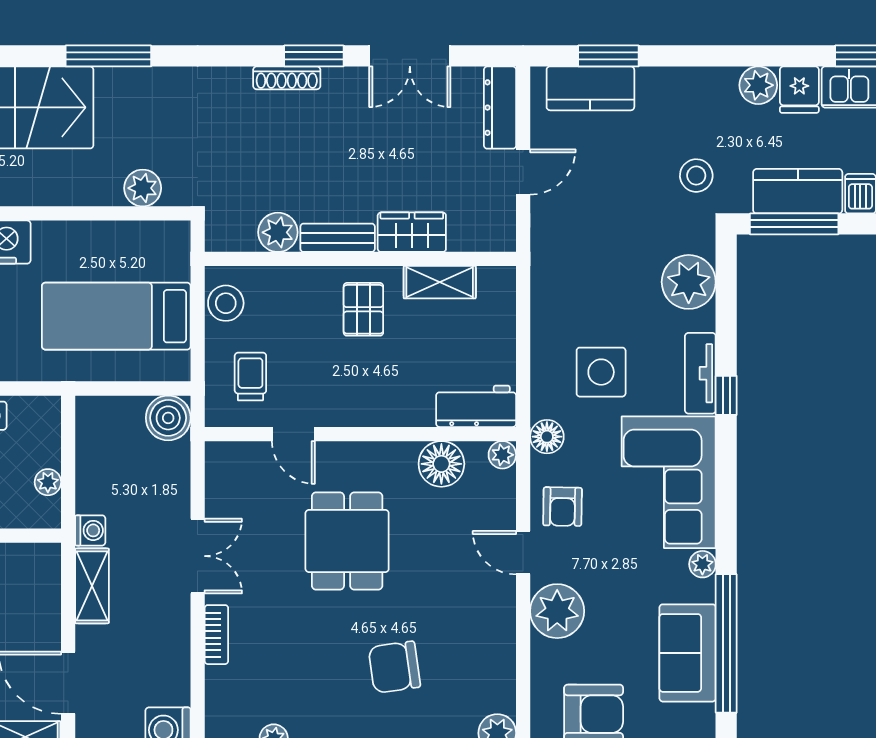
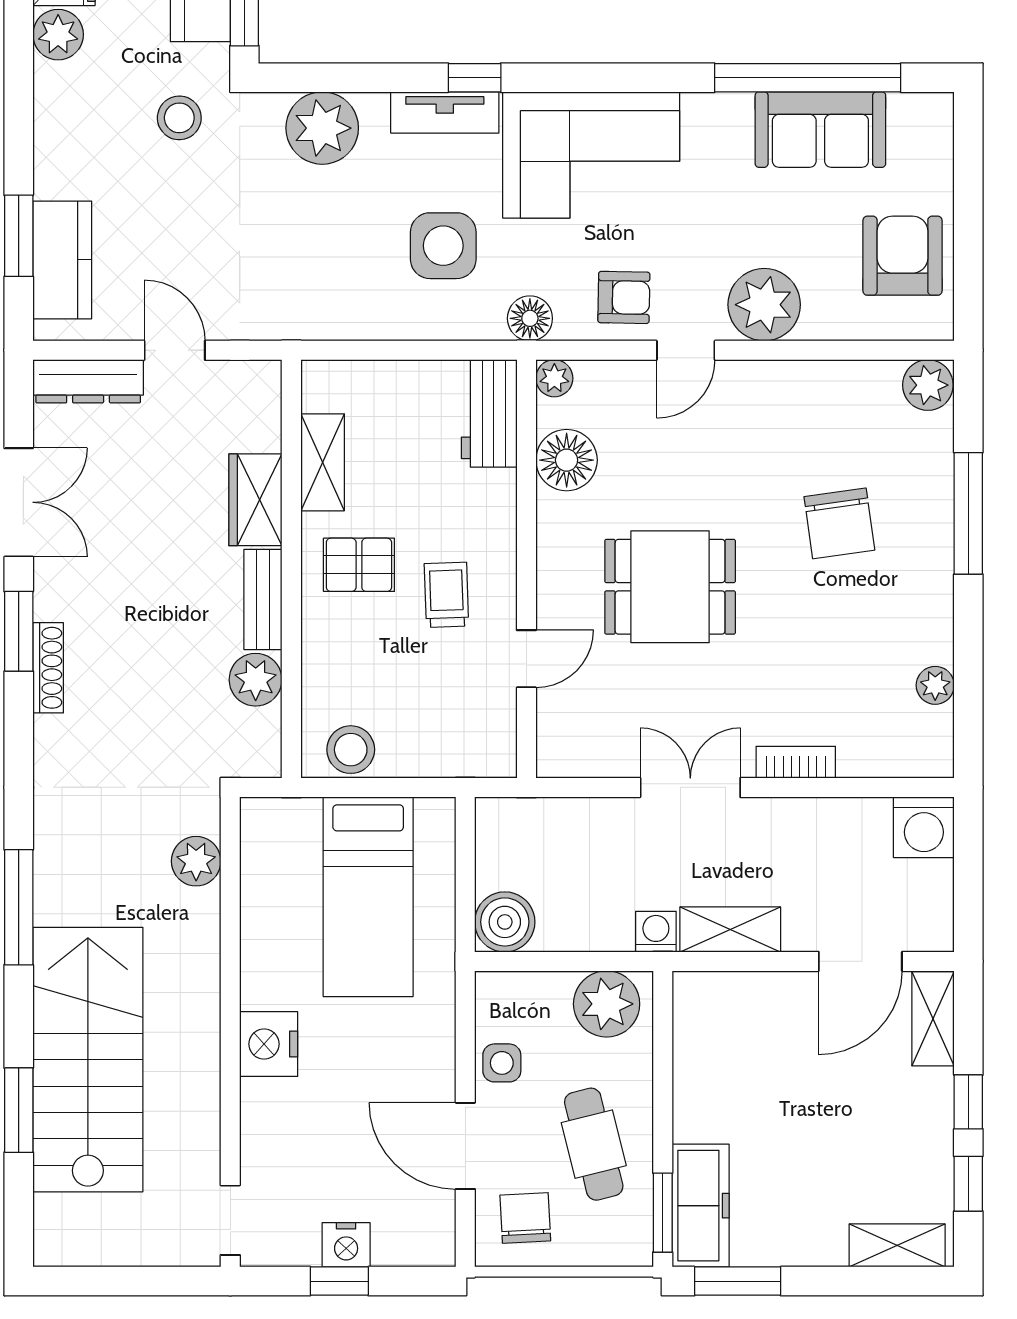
trolley: (250, 376) -> (446, 595), moved, turned 88
boiler: (168, 418) -> (505, 922), moved
plant: (48, 482) -> (607, 1004), width x1.88, depth x1.88
plant: (702, 564) -> (701, 110), removed

